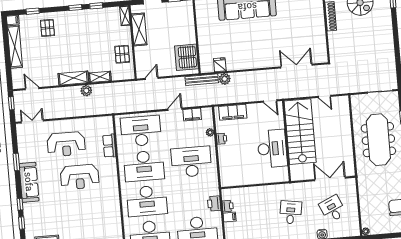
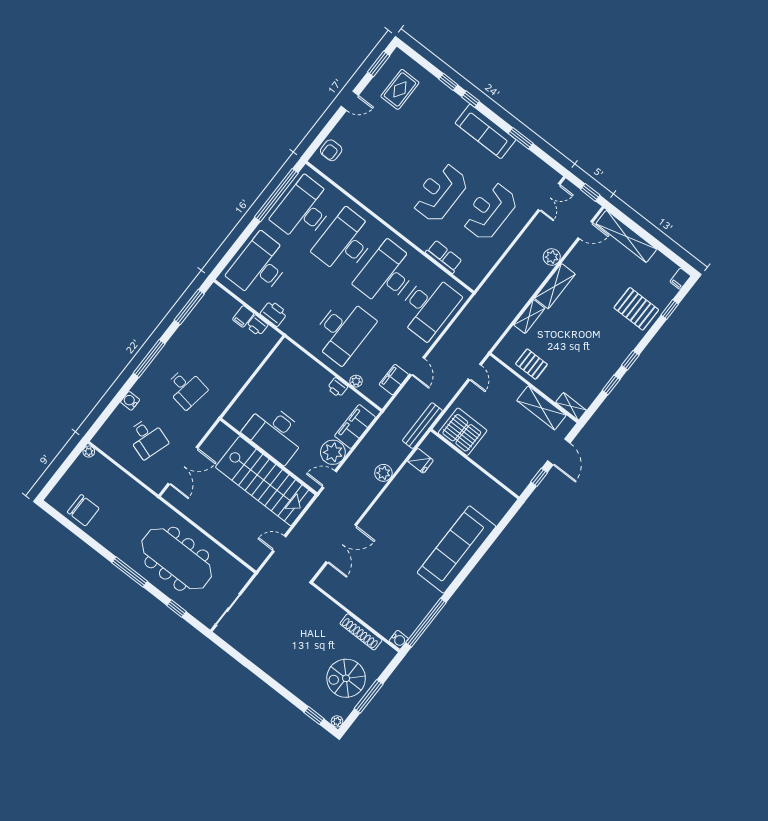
pallet: (47, 28) -> (636, 309), width x1.50, depth x1.42
shelving: (15, 47) -> (626, 236), moved
plant: (225, 79) -> (383, 473), moved
plant: (86, 91) -> (552, 257), moved
plant: (255, 111) -> (333, 452), added
desk: (333, 209) -> (147, 438), turned 42

